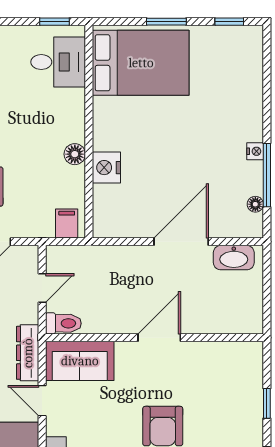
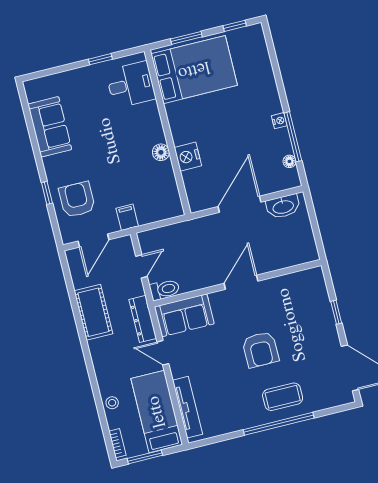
desk: (58, 62) -> (131, 85), moved
bed: (141, 63) -> (194, 70), moved
wall: (89, 132) -> (168, 132), moved
floor lamp: (75, 154) -> (161, 152), moved
nightstand: (106, 168) -> (188, 157), moved
filing cabinet: (67, 223) -> (127, 217), moved

